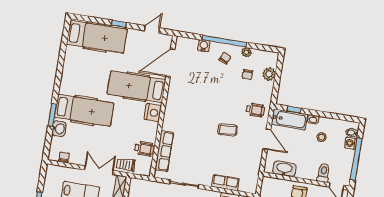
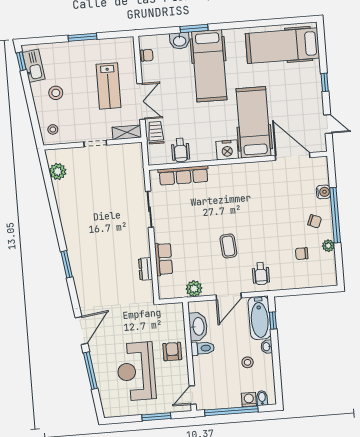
hospital bed: (97, 37) -> (282, 46), moved, turned 90
plant: (269, 74) -> (194, 289), moved
toilet: (324, 173) -> (203, 348), moved

